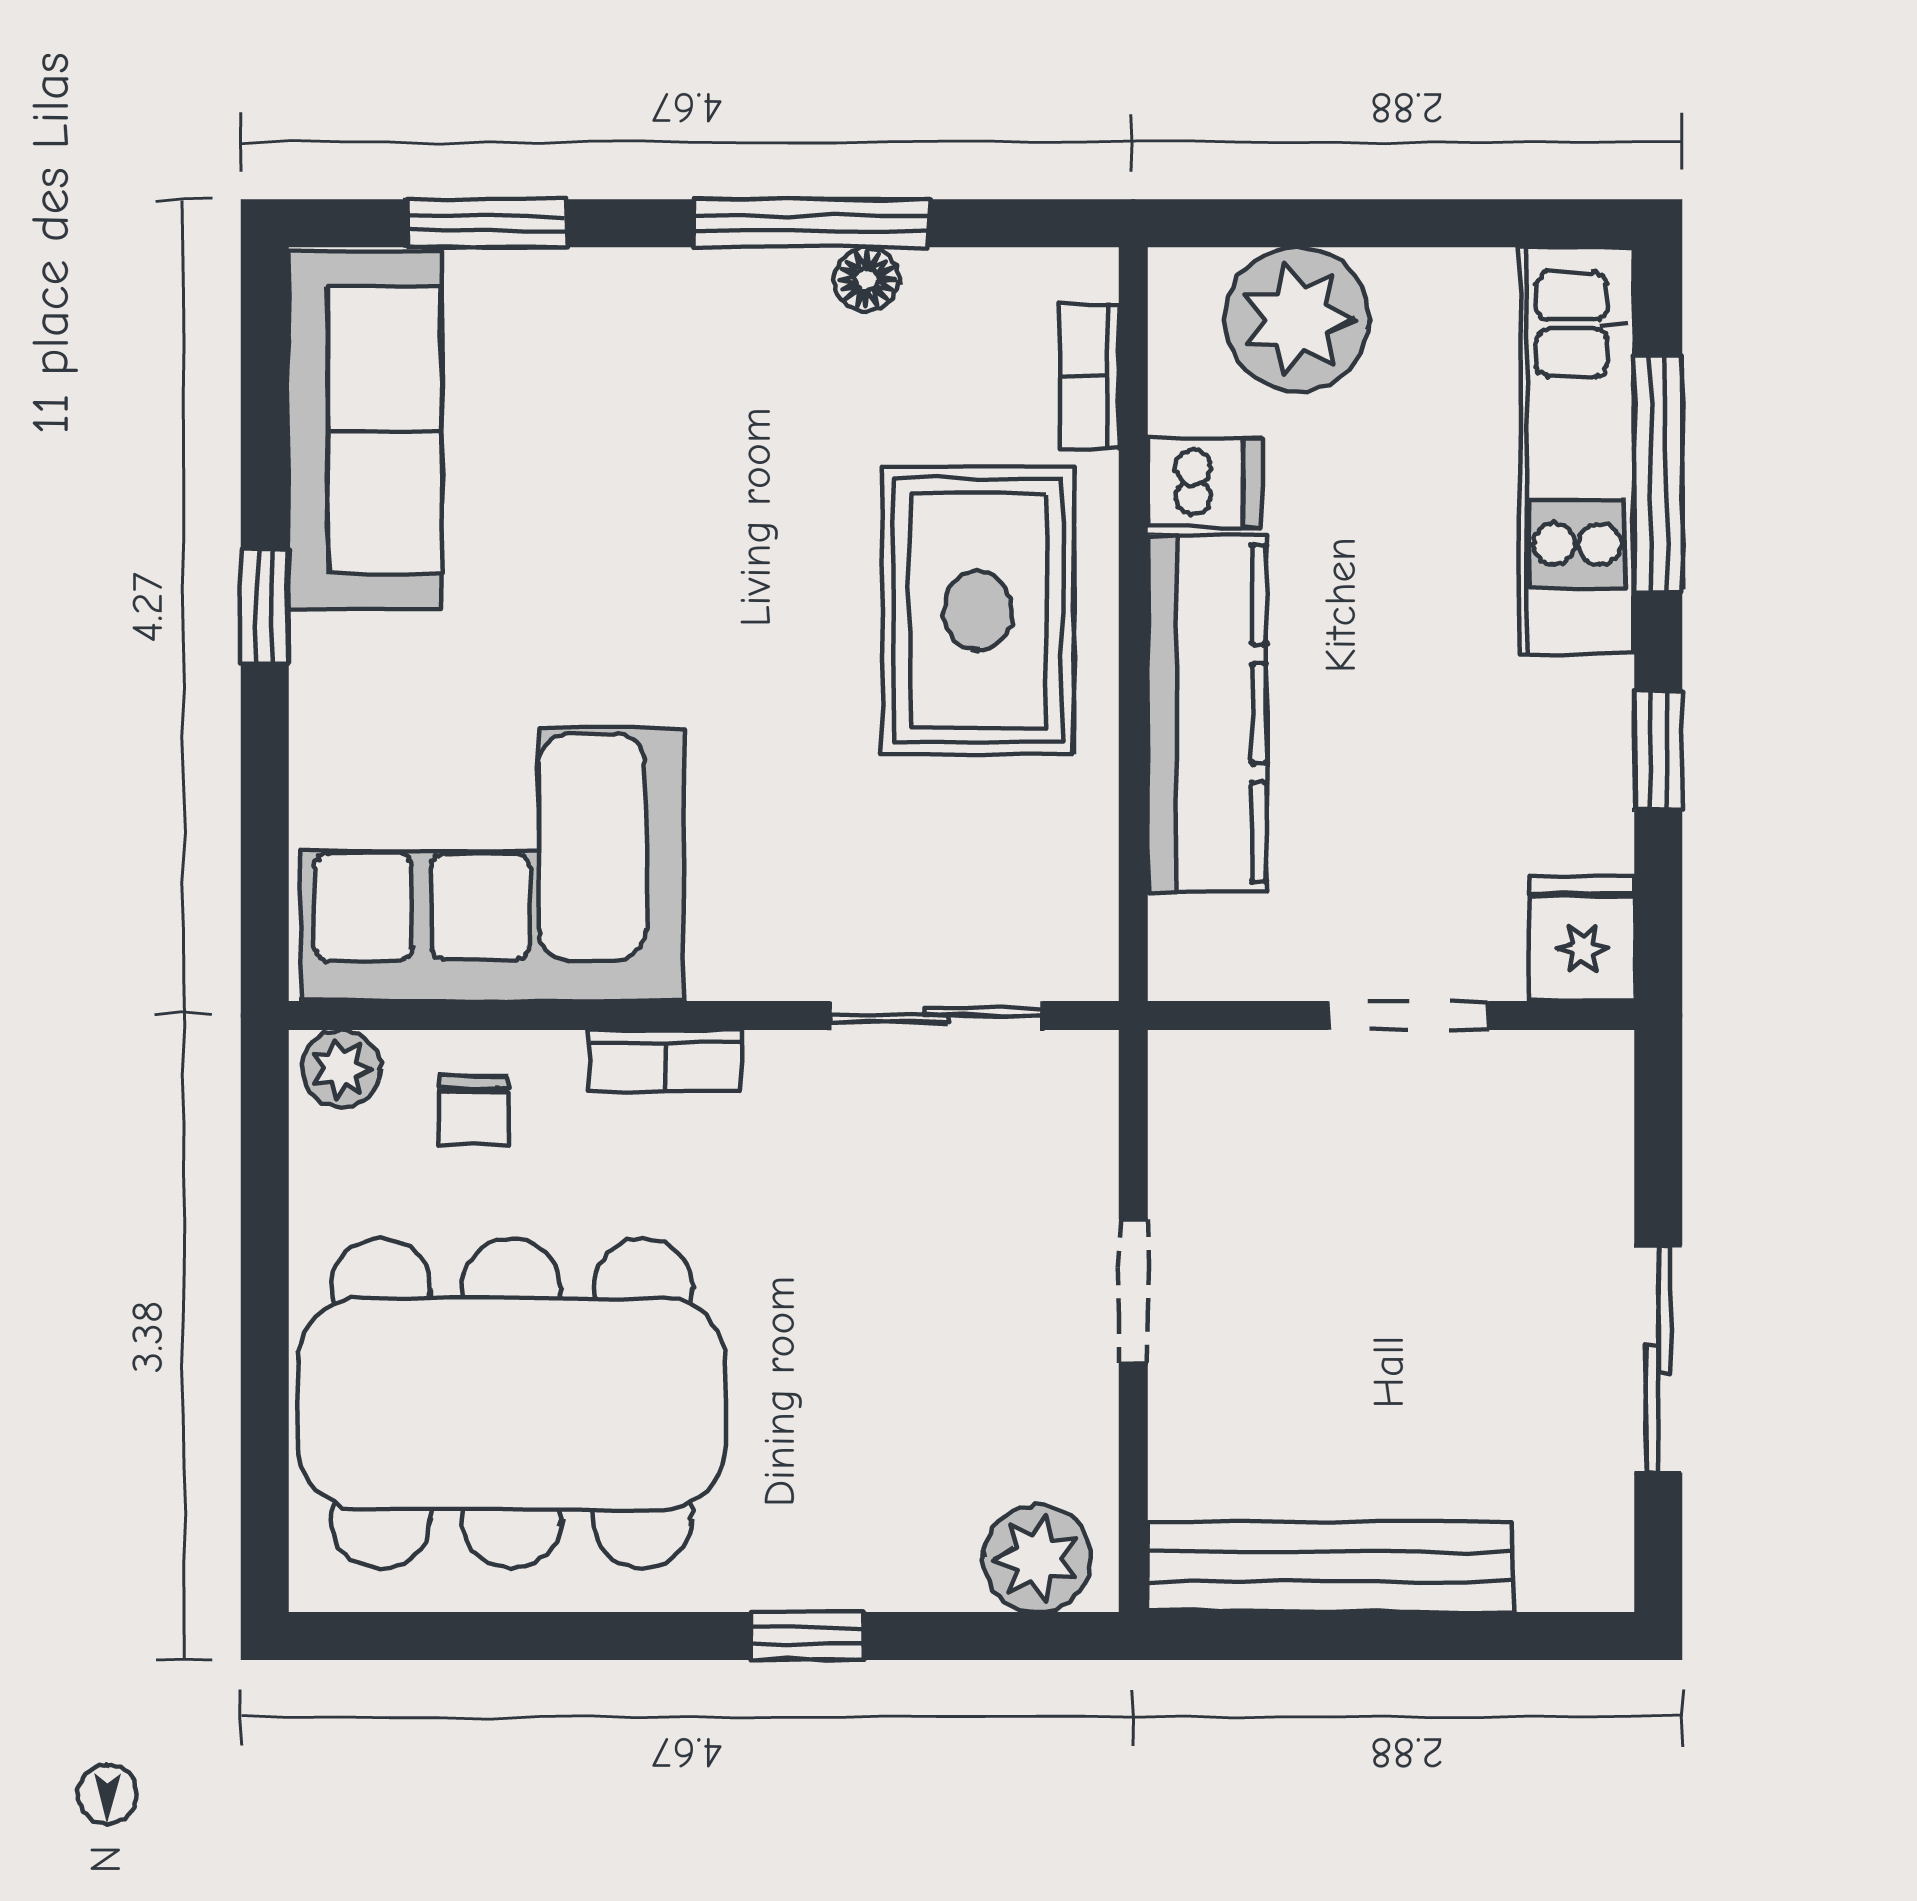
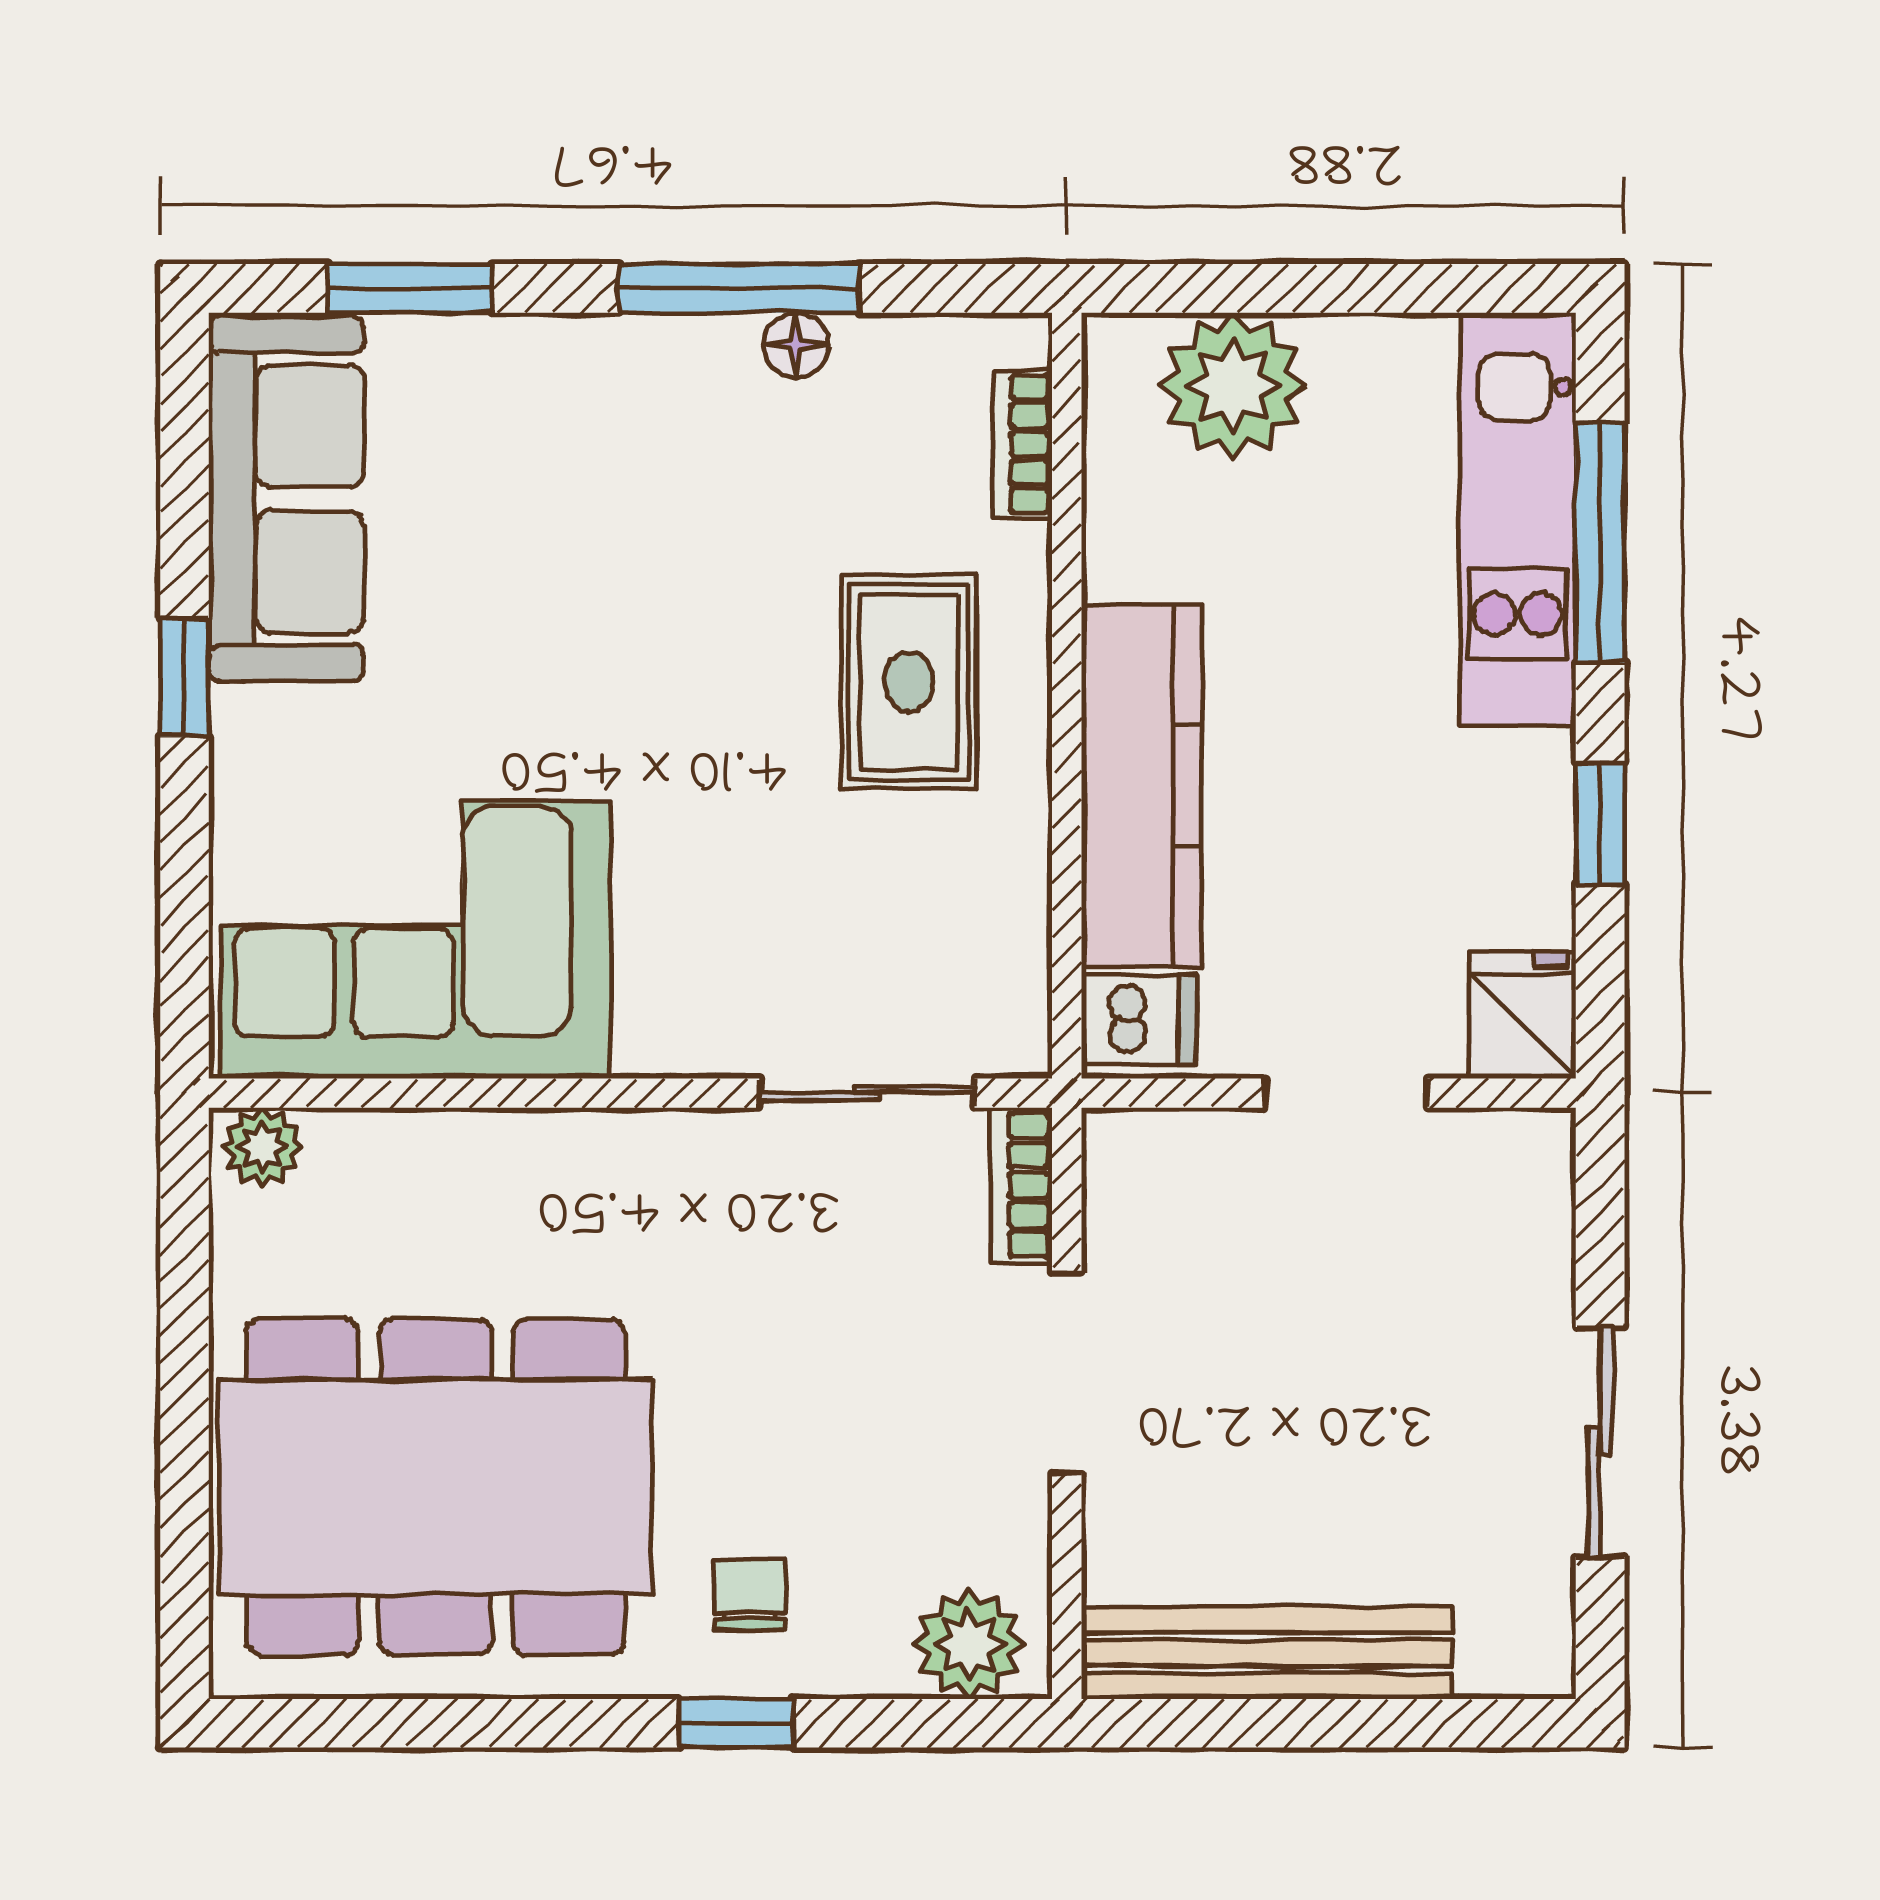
dishwasher: (1204, 483) -> (1139, 1020), moved
rug: (978, 611) -> (909, 682), width x0.73, depth x0.70
bookcase: (665, 1060) -> (1021, 1185), moved, turned 90
chair: (473, 1110) -> (749, 1595), moved, turned 180
doorway: (1133, 1291) -> (1067, 1373), width x1.38

